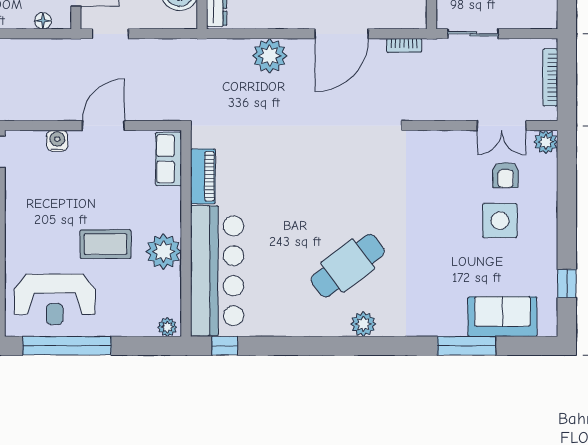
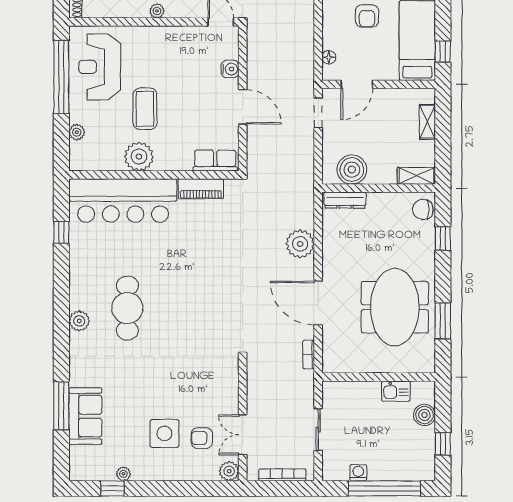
sliding door: (473, 34) -> (318, 430), moved
cafe table: (348, 266) -> (127, 308), turned 37
plant: (549, 270) -> (123, 474), added
sofa: (502, 317) -> (85, 416), moved
plant: (167, 327) -> (77, 132), moved
window: (225, 346) -> (61, 232), moved

